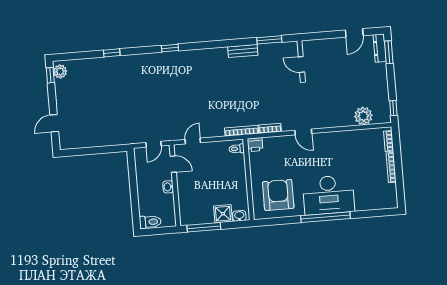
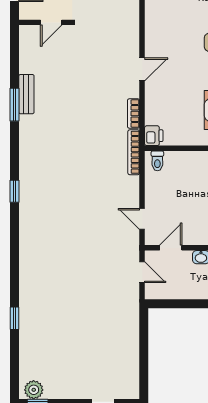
window: (170, 48) -> (14, 191), moved
bench: (243, 51) -> (26, 94), moved
wall: (301, 59) -> (44, 22), moved
door: (301, 64) -> (51, 22), moved

